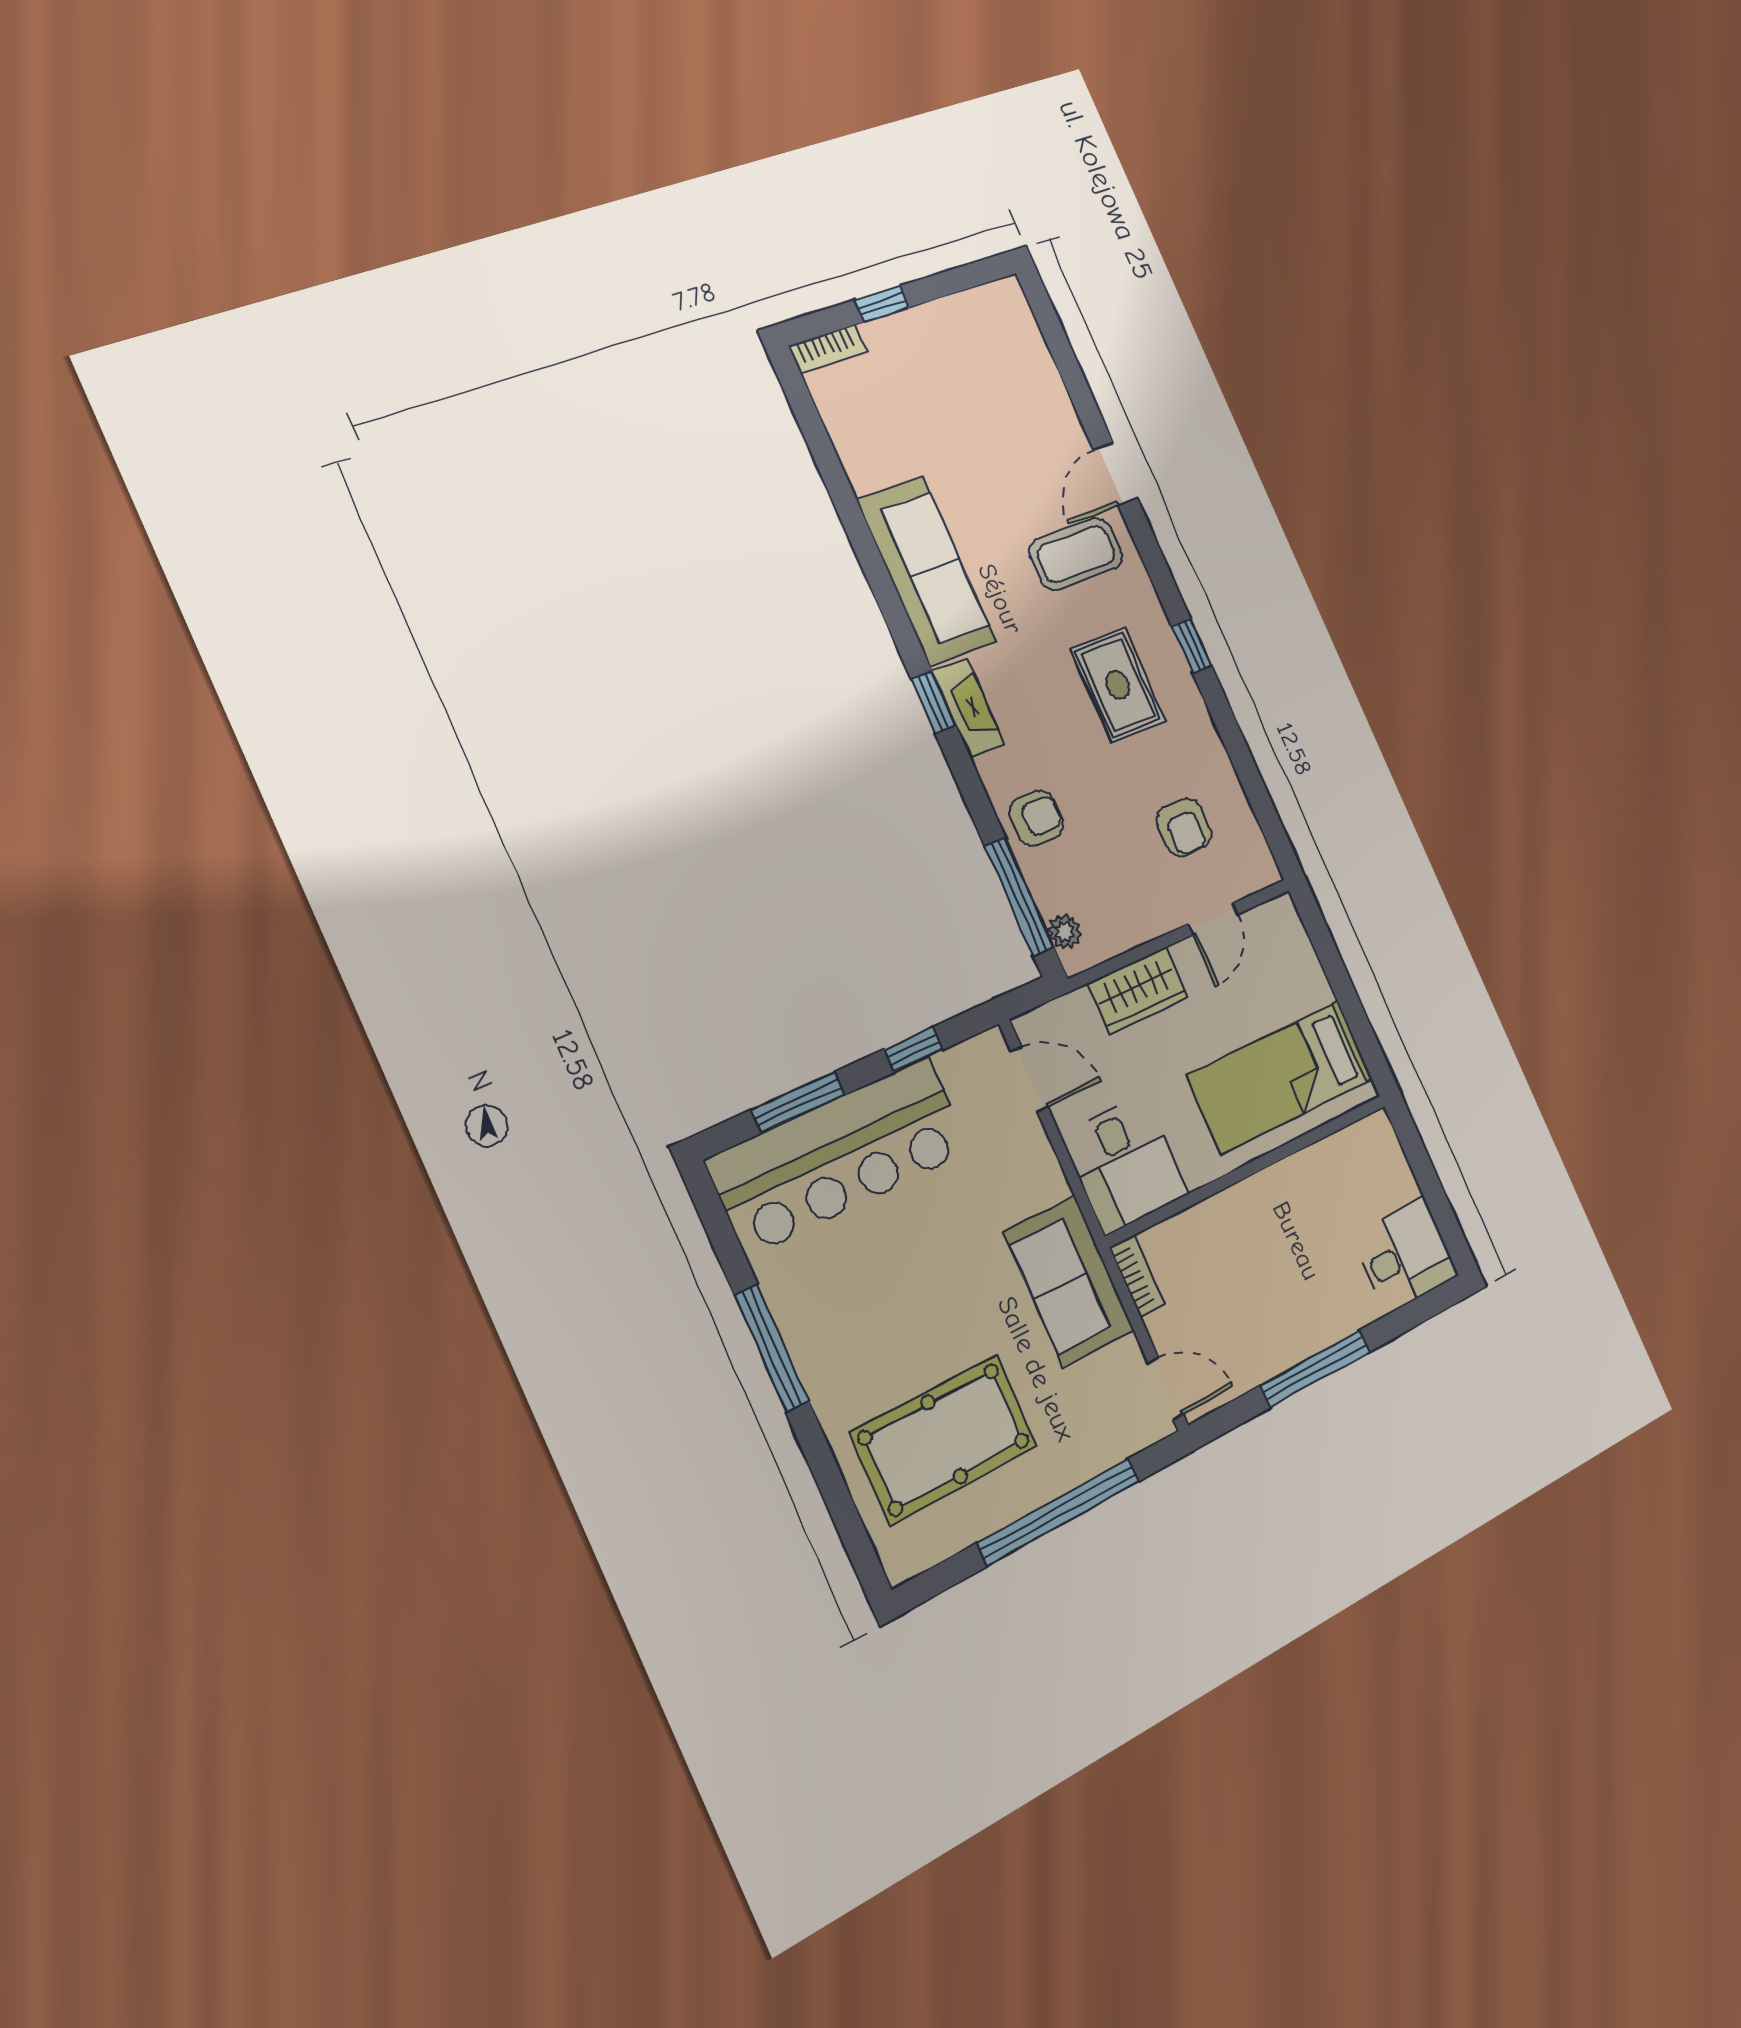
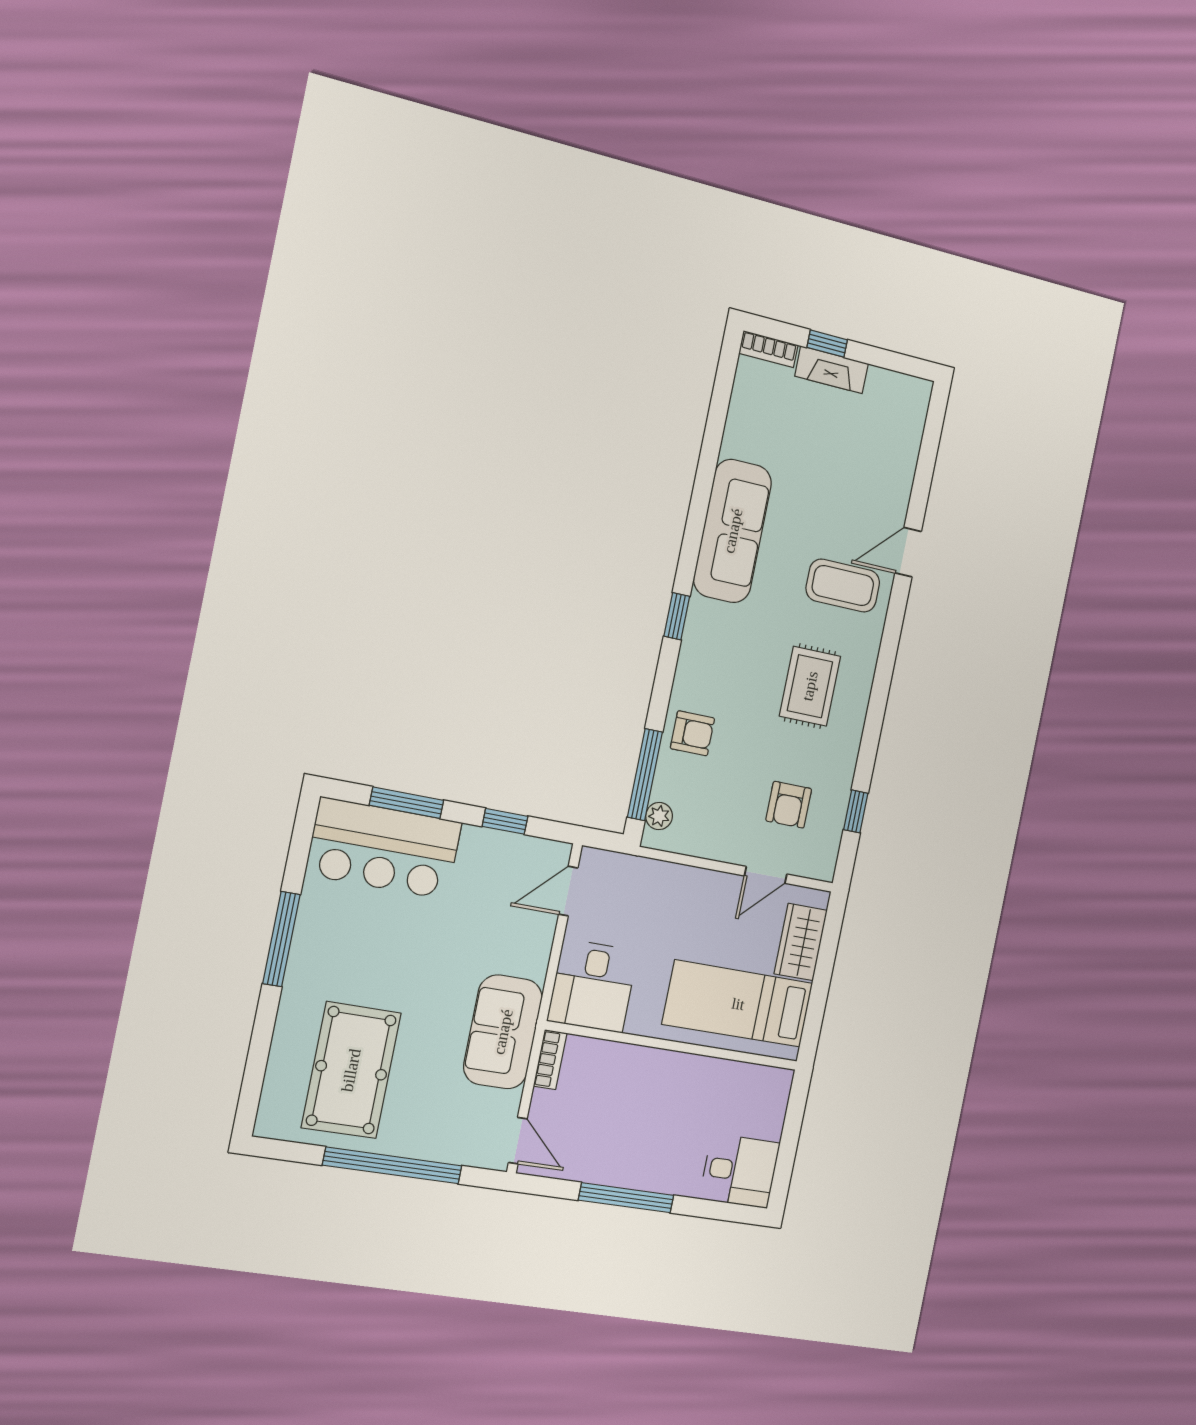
window: (1192, 646) -> (856, 811), moved
fireplace: (968, 708) -> (832, 370), moved, turned 90
wardrobe: (1138, 990) -> (801, 942), moved, turned 90
door: (1029, 1079) -> (568, 891), swing flipped
bar counter: (839, 1155) -> (384, 848), width x0.73
pool table: (944, 1439) -> (351, 1070), turned 90

